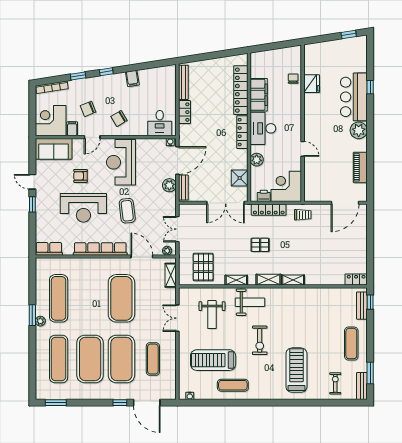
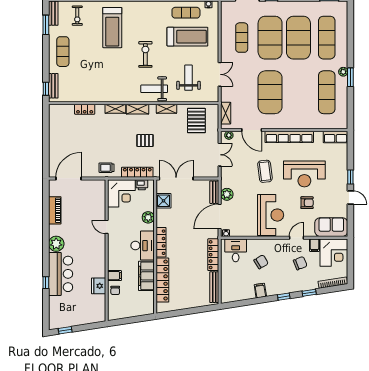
filing cabinet: (294, 95) -> (115, 276), added
locker: (184, 112) -> (213, 255), width x1.53
chair: (119, 119) -> (261, 262), moved
reception desk: (83, 208) -> (304, 174), turned 180
locker: (356, 280) -> (85, 109), moved
exercise mat: (233, 385) -> (186, 13), moved

